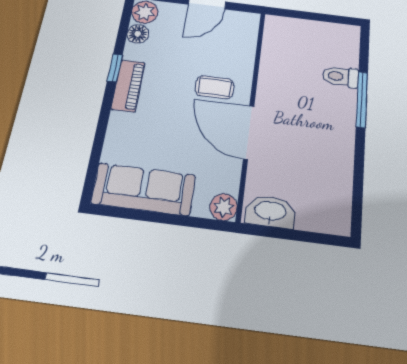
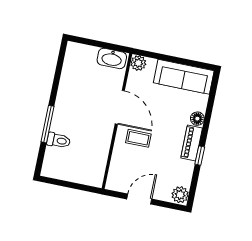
floor lamp: (138, 34) -> (197, 119), moved

